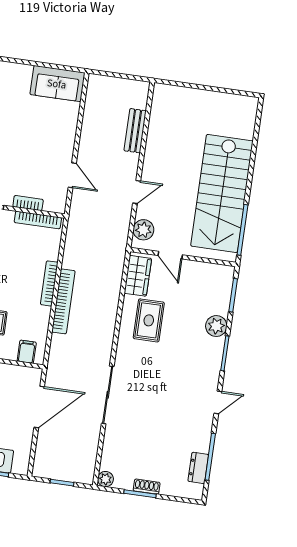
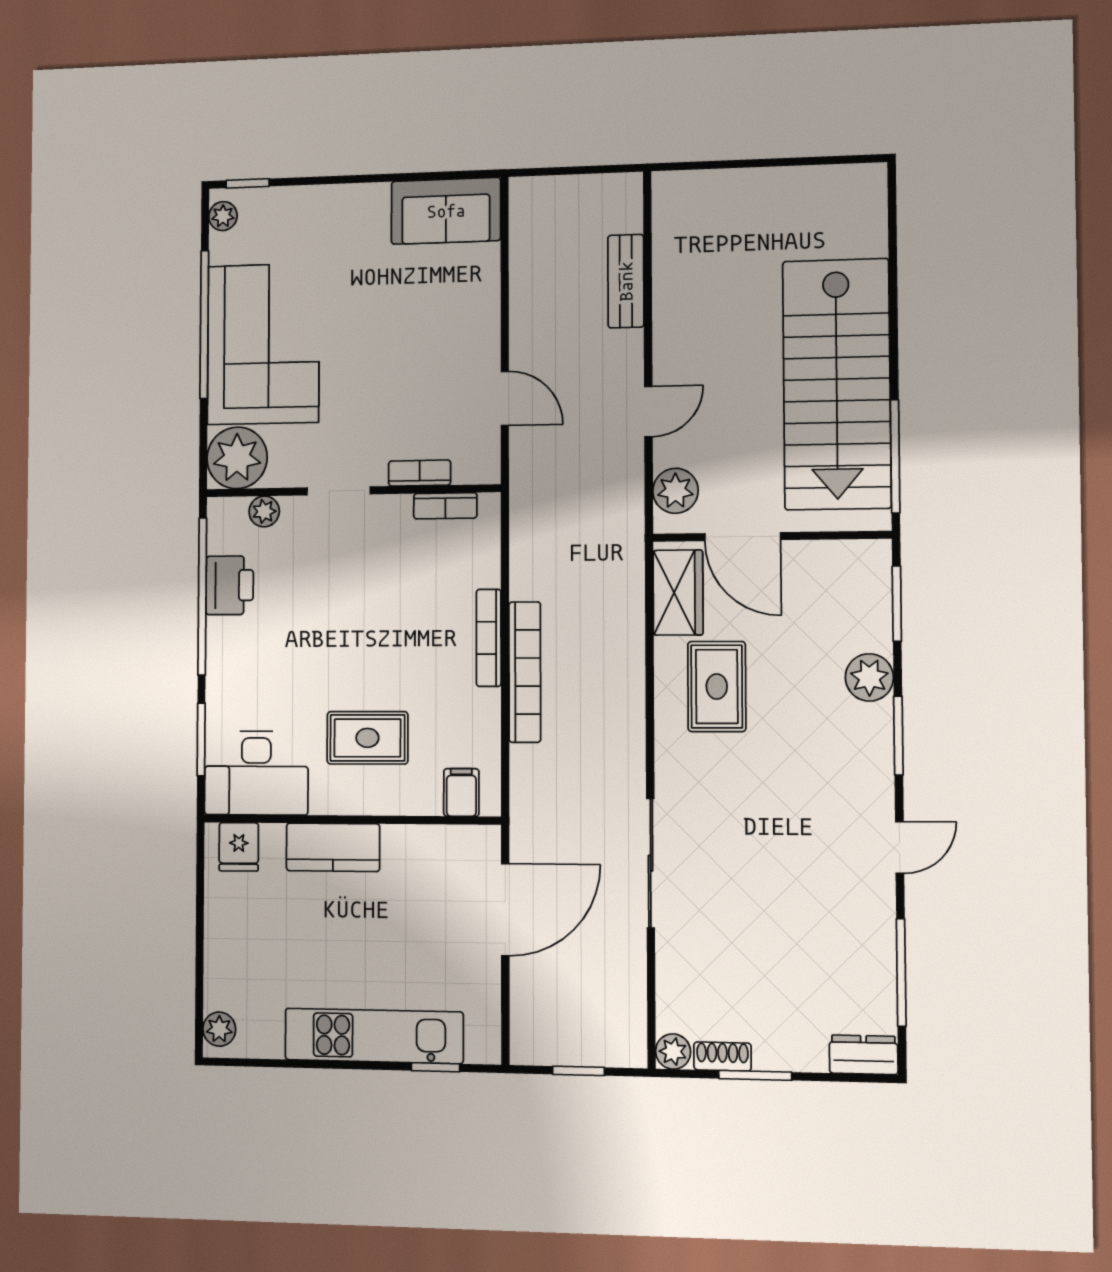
bookcase: (38, 220) -> (445, 506), width x0.64
door: (170, 255) -> (743, 537), width x1.38
dresser: (198, 468) -> (864, 1055), moved, turned 90
shoe rack: (147, 487) -> (722, 1056), moved

